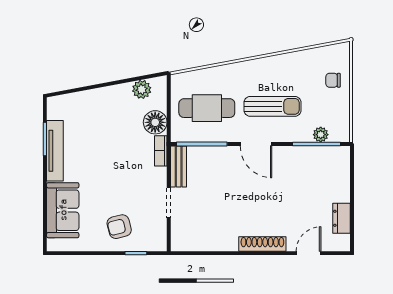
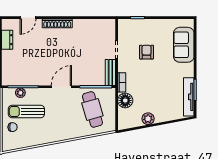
plant: (142, 89) -> (148, 119), moved
sun lounger: (273, 106) -> (26, 111), moved
cafe table: (207, 108) -> (92, 109), turned 74
door: (256, 144) -> (61, 87), hinge flipped
tv unit: (55, 151) -> (189, 97), moved
armchair: (119, 227) -> (147, 52), moved, turned -76

